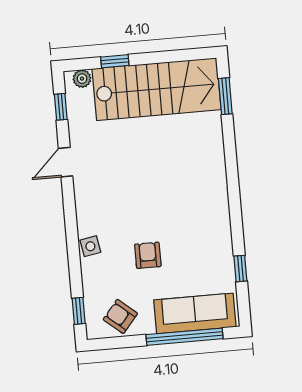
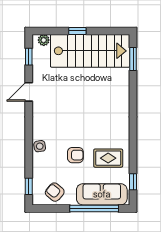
window: (115, 61) -> (77, 31), moved
armchair: (148, 255) -> (75, 155), turned 90
rug: (200, 256) -> (108, 158), added
window: (240, 269) -> (133, 182), moved

